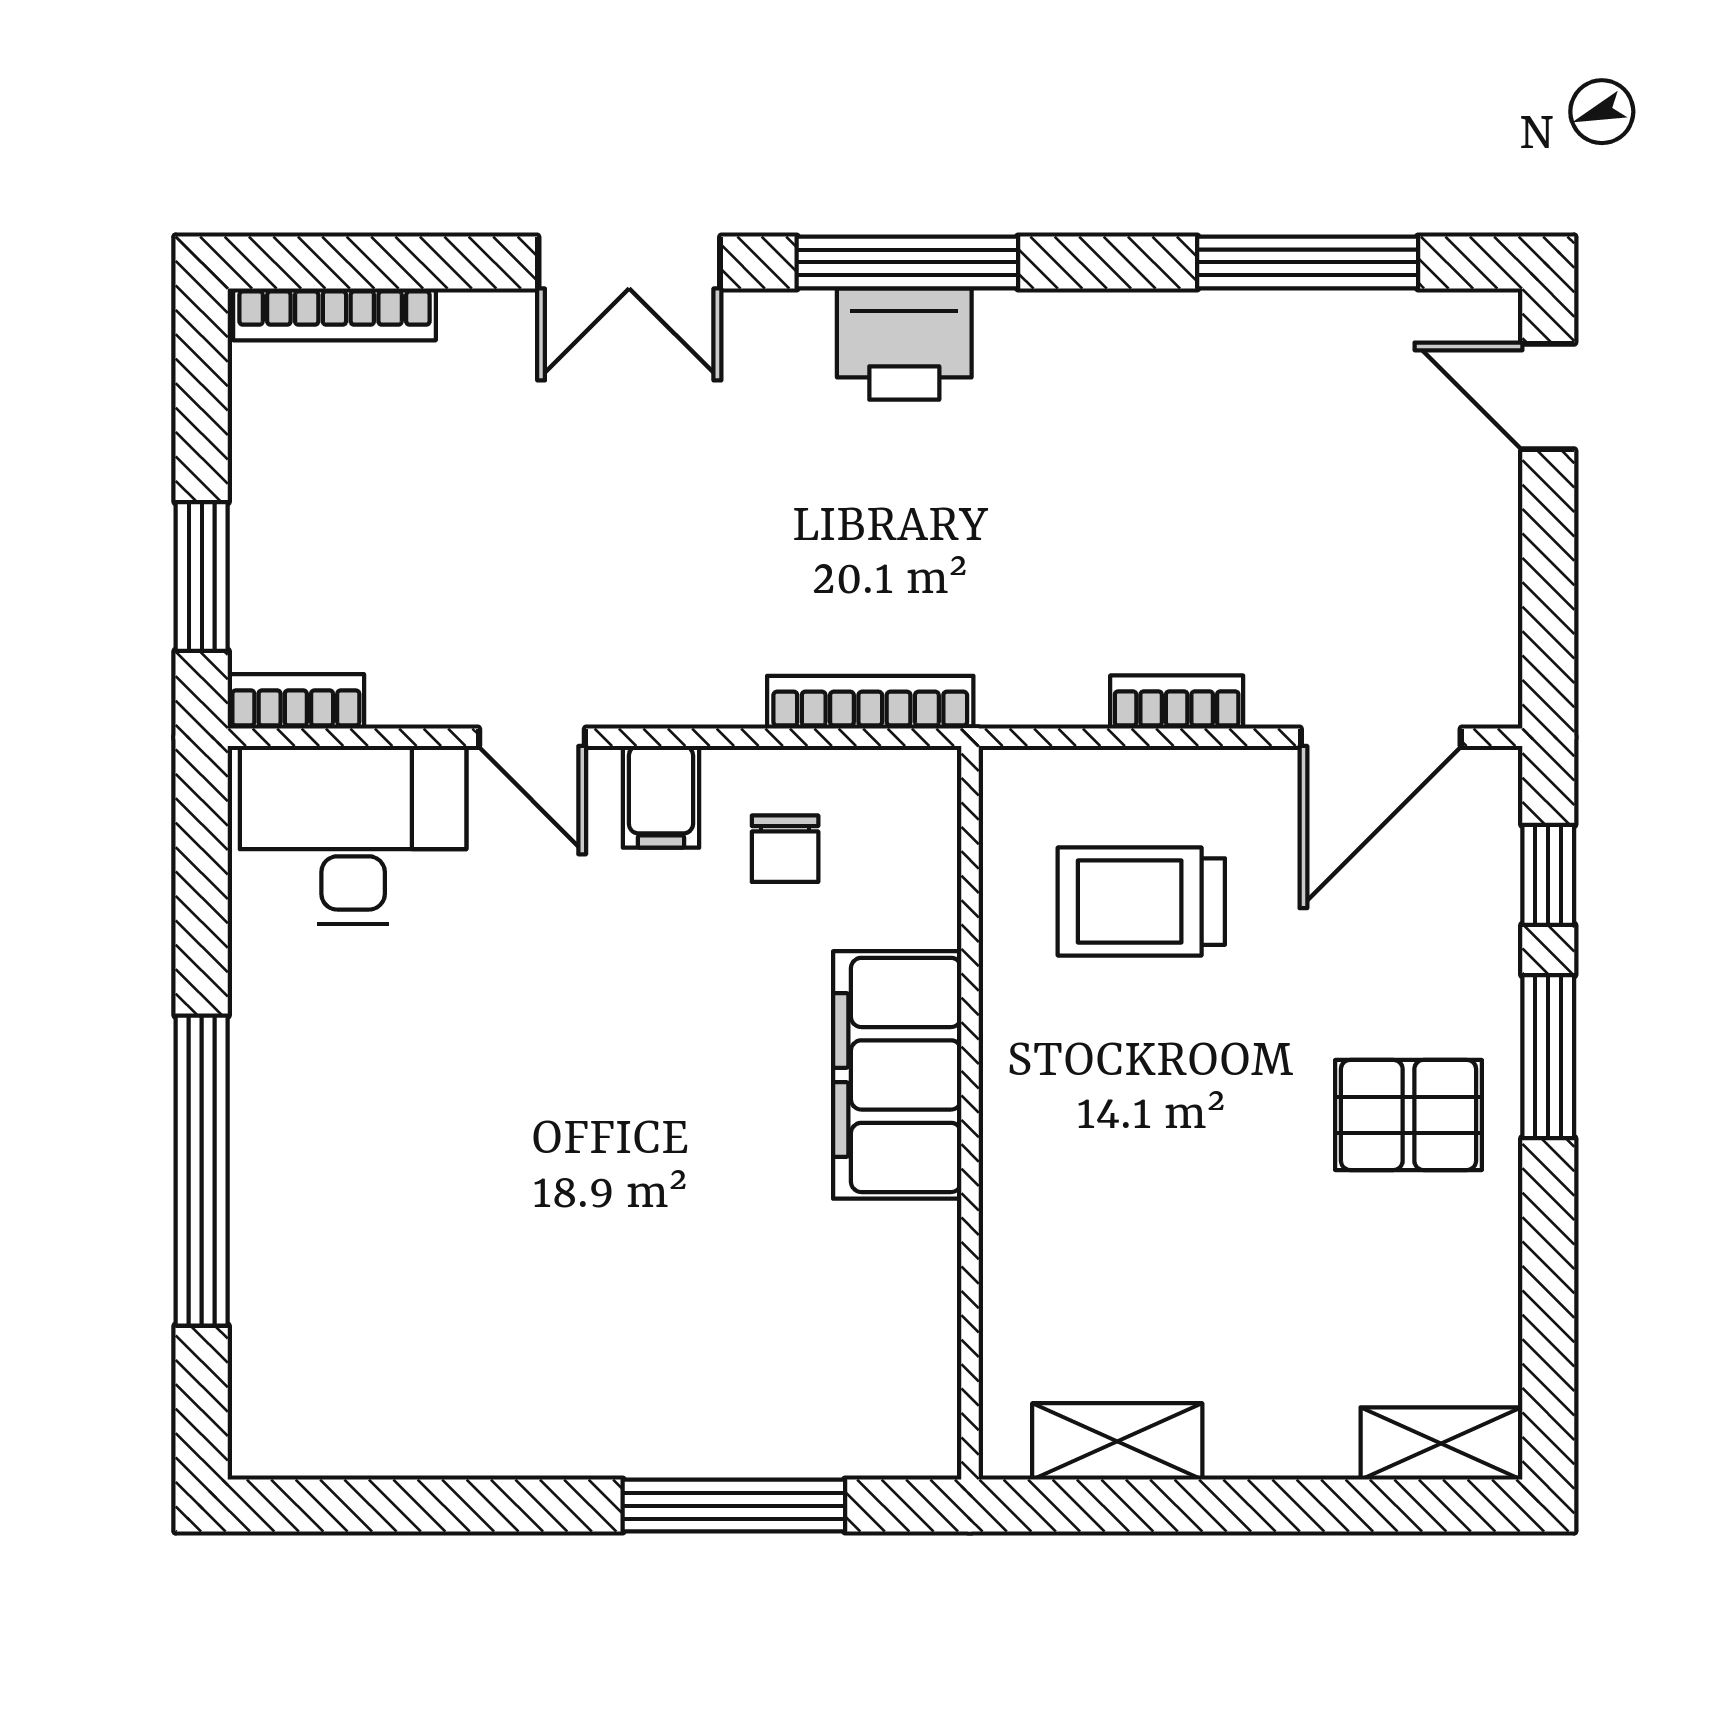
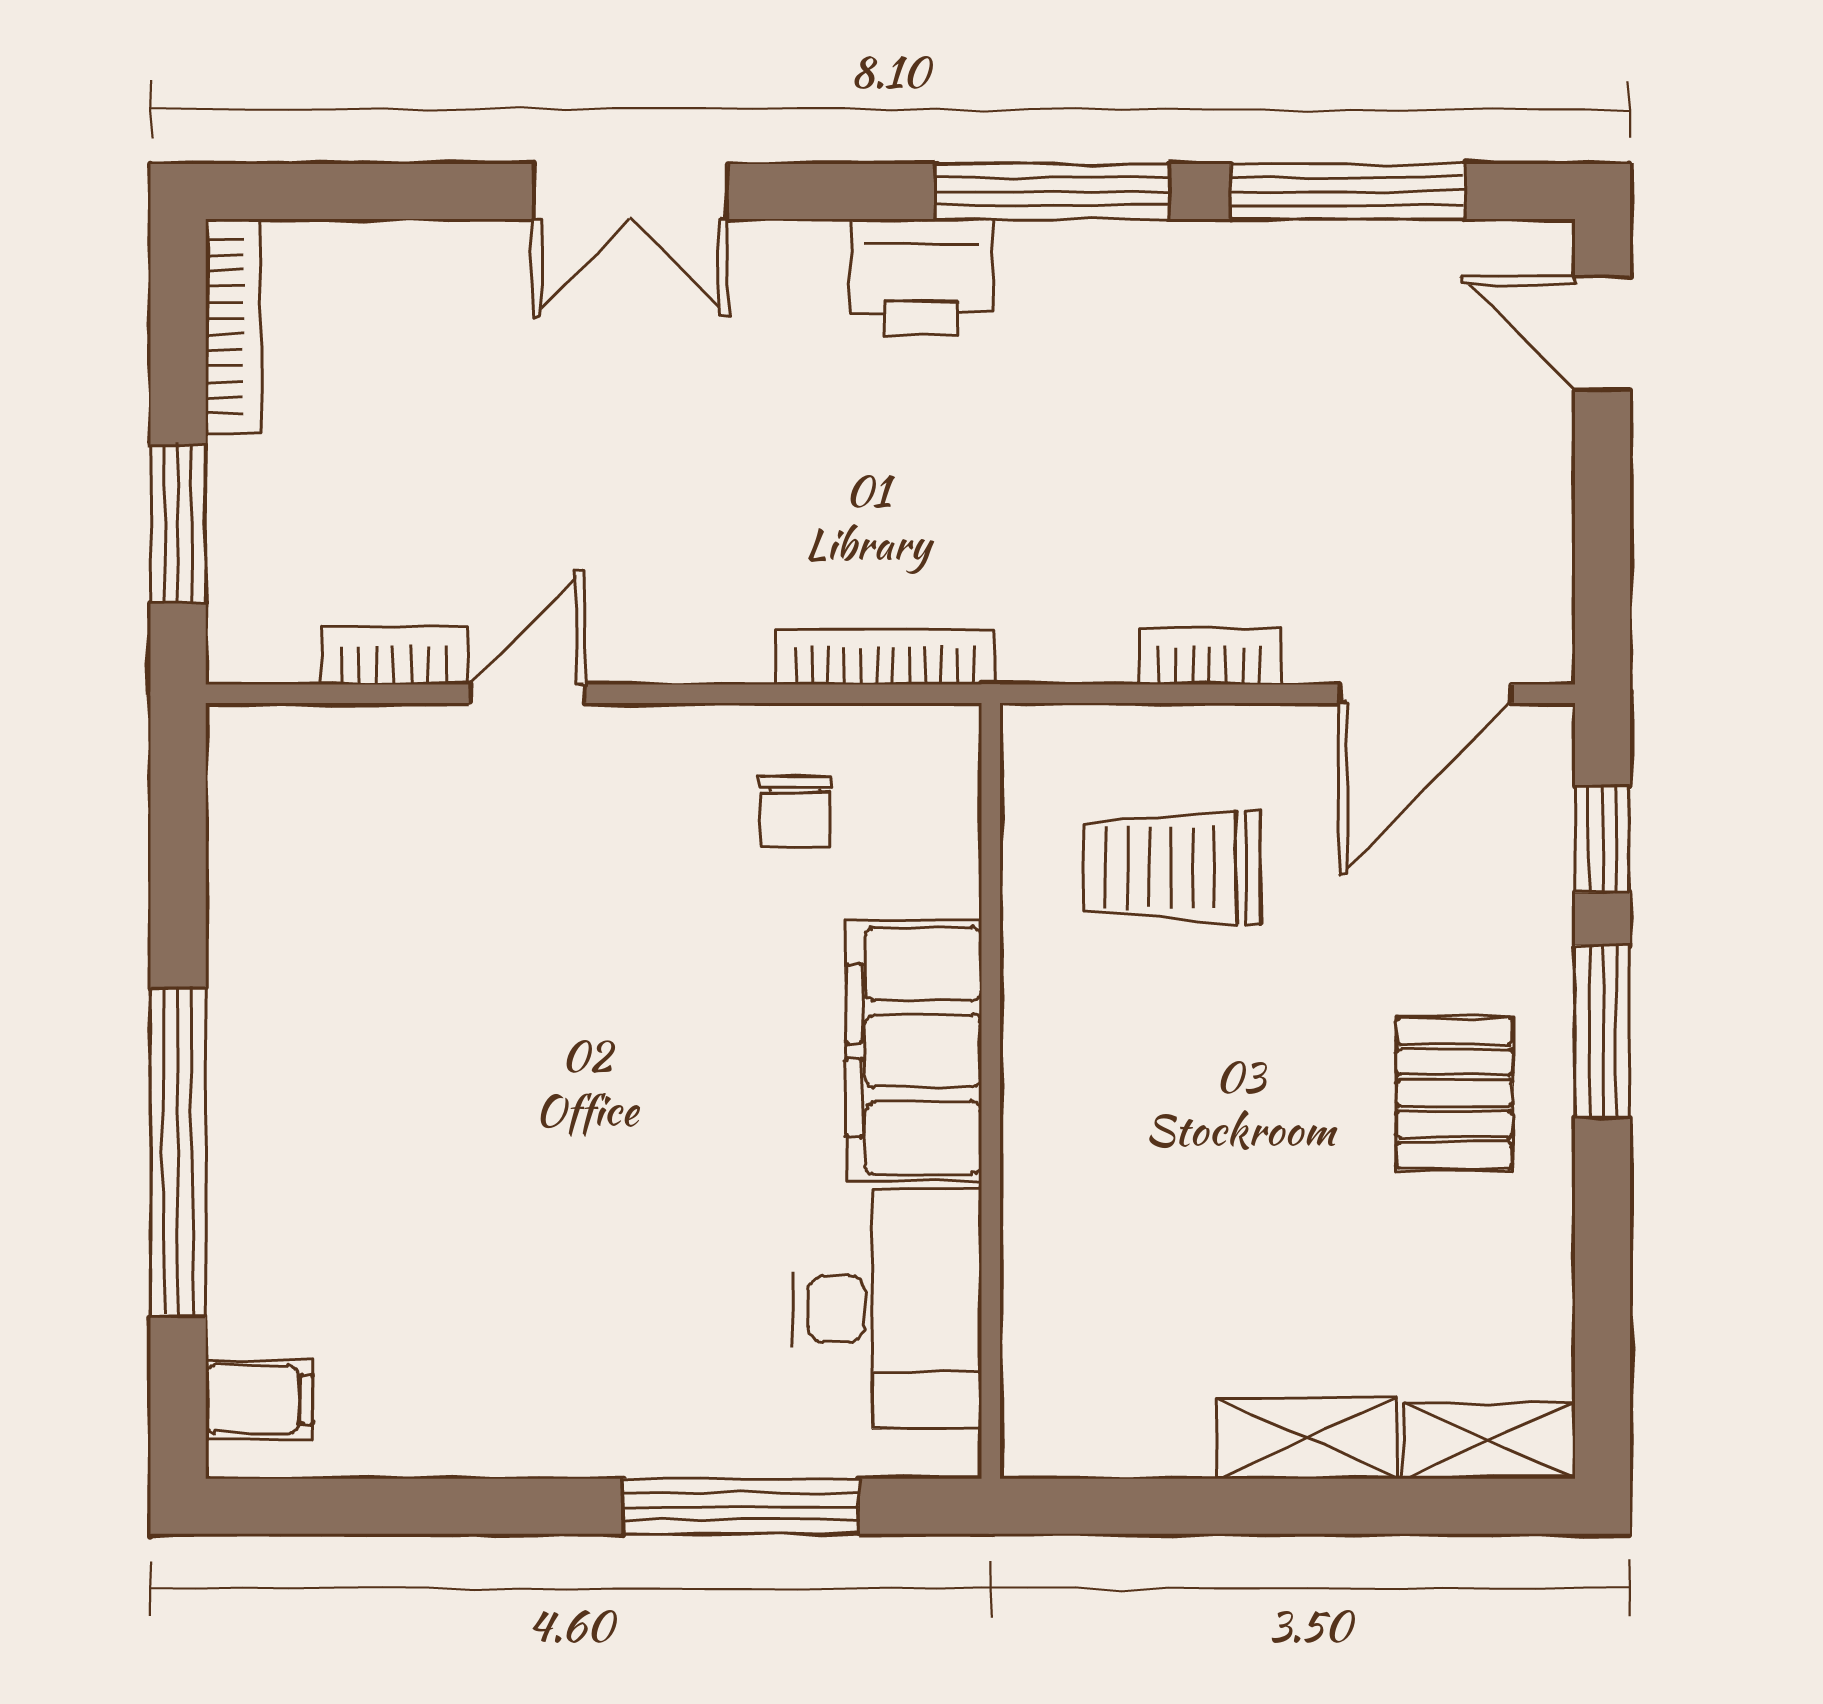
window: (907, 262) -> (1052, 192), moved
bookcase: (334, 314) -> (233, 326), moved, turned -90
bookcase: (296, 701) -> (394, 656), moved
door: (532, 737) -> (527, 694), swing flipped
filing cabinet: (661, 797) -> (259, 1399), moved, turned -90
desk: (353, 835) -> (887, 1309), moved, turned 90
pallet: (1408, 1115) -> (1455, 1093), turned 90
shelving: (1117, 1441) -> (1307, 1438), moved

